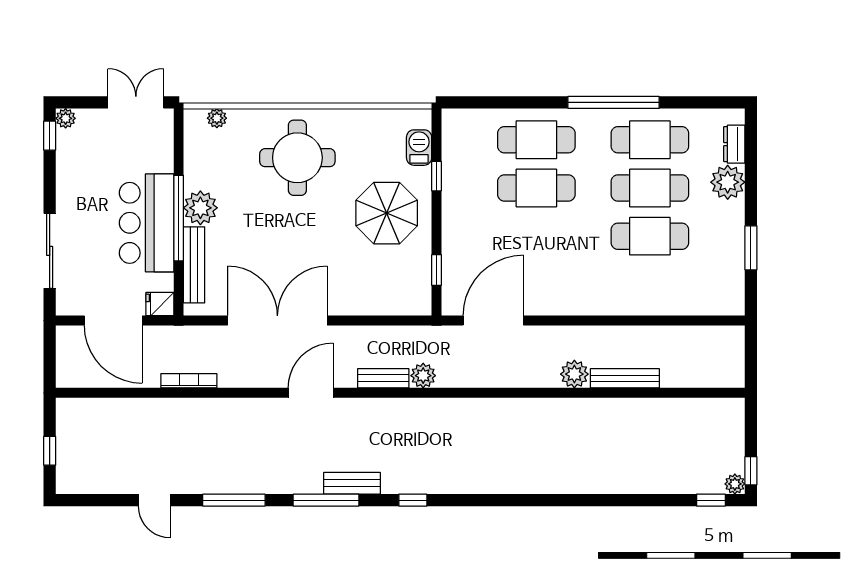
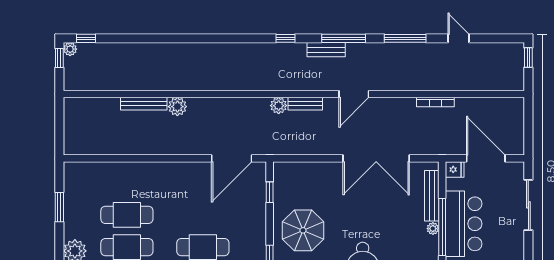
plant: (200, 208) -> (433, 229), width x0.53, depth x0.53
plant: (574, 374) -> (177, 107), moved
plant: (423, 376) -> (279, 106), moved
bench: (383, 378) -> (305, 104), moved
bench: (625, 378) -> (144, 104), moved
bookcase: (189, 381) -> (435, 102), moved
door: (311, 393) -> (354, 94), moved
wall: (400, 393) -> (294, 94), moved
window: (50, 451) -> (528, 57), moved

